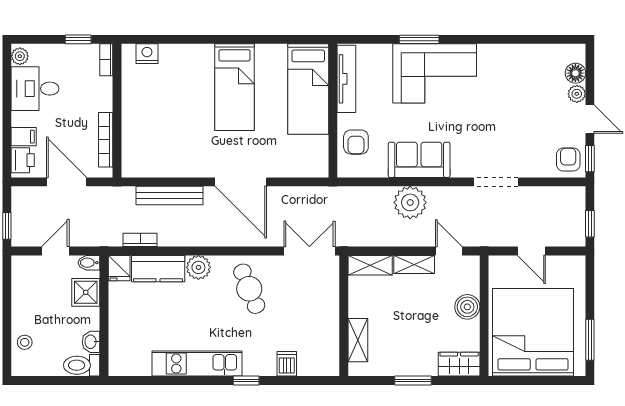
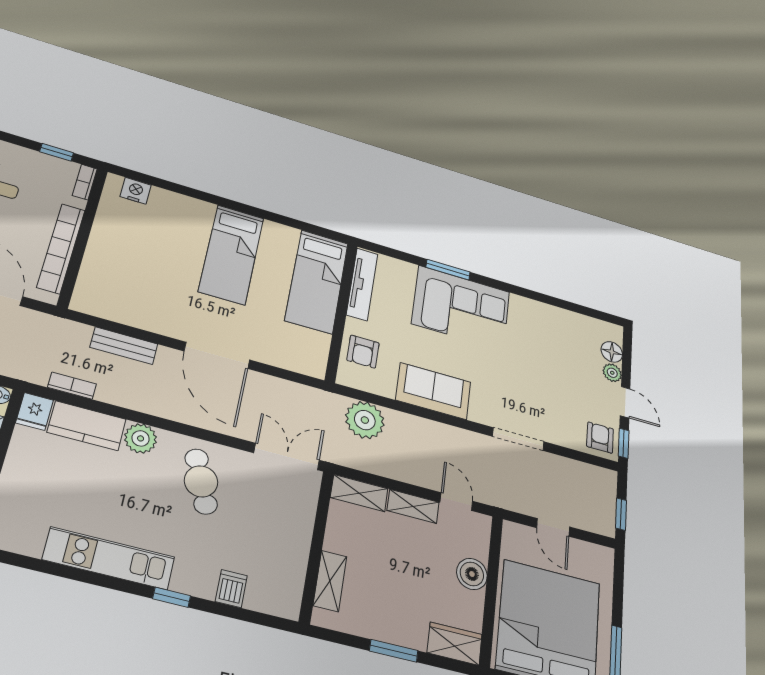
bookcase: (106, 140) -> (61, 248), width x1.48, depth x1.31
bench: (169, 196) -> (124, 346), width x0.73
plant: (410, 202) -> (365, 420), moved

